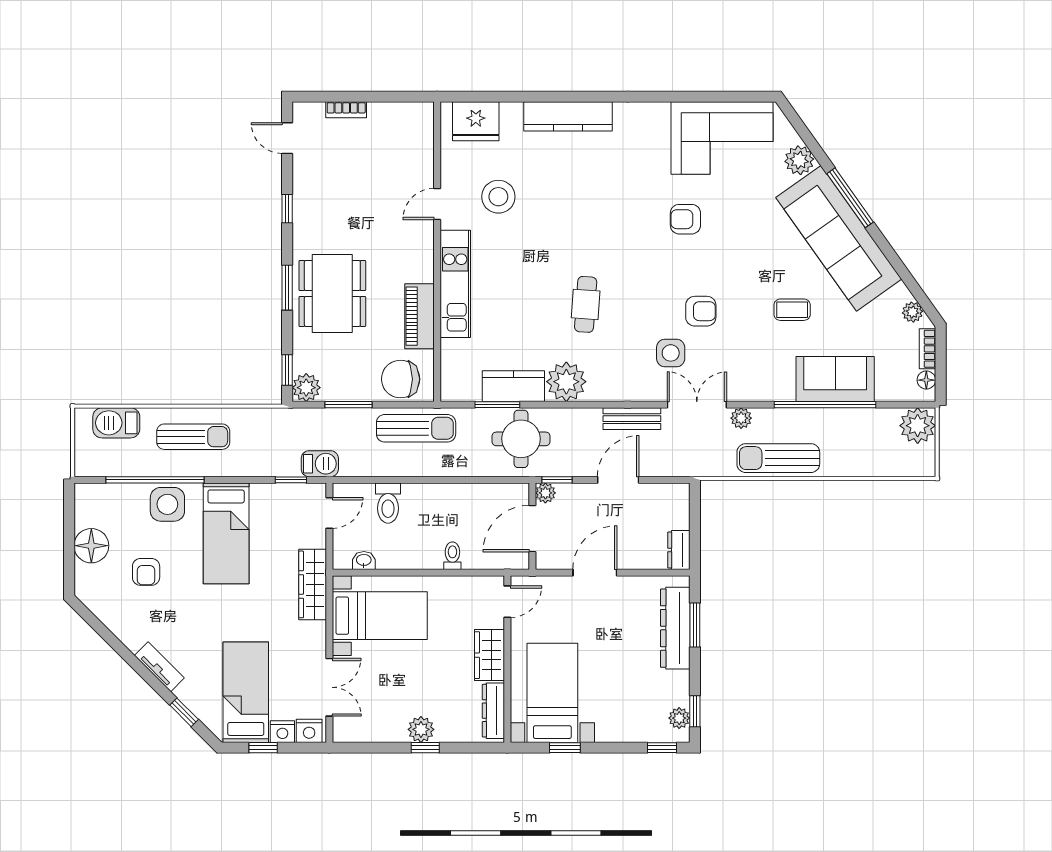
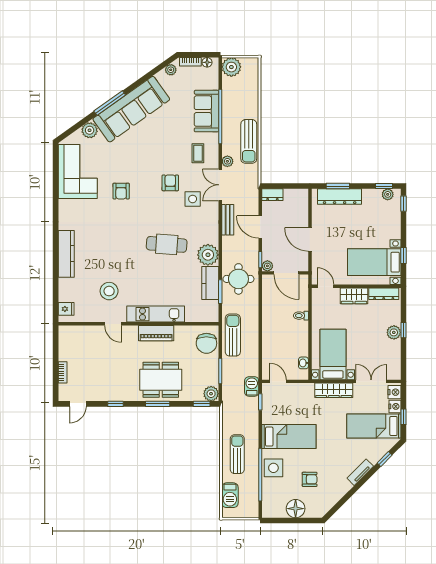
fridge: (476, 121) -> (66, 309), width x0.53, depth x0.75
cafe table: (586, 304) -> (167, 244), width x1.37, depth x1.35
coffee table: (792, 310) -> (198, 153), moved
piano: (419, 316) -> (156, 333), moved
toilet: (388, 503) -> (273, 350), removed
dresser: (679, 550) -> (272, 195), moved
wardrobe: (313, 584) -> (334, 390), moved

